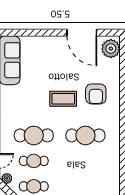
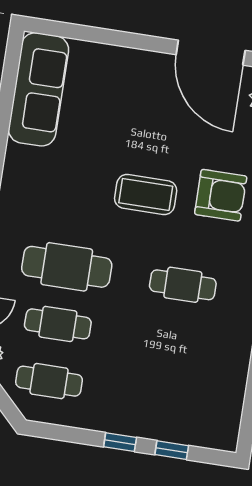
armchair: (96, 94) -> (221, 195), turned -90
cafe table: (85, 135) -> (183, 285), width x0.73, depth x0.74

